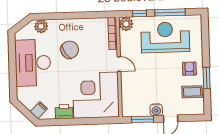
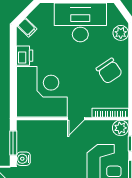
chair: (70, 50) -> (109, 71), moved

